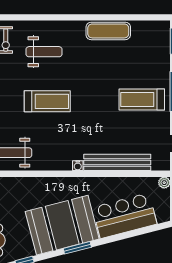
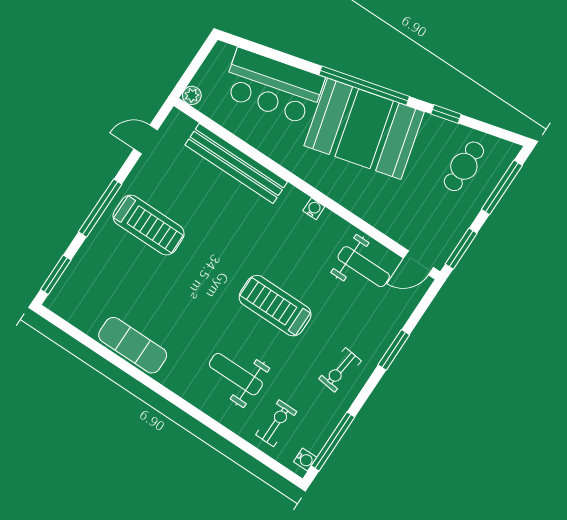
water cooler: (78, 166) -> (314, 209), moved
window: (77, 248) -> (364, 86), width x2.11

